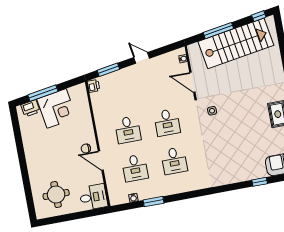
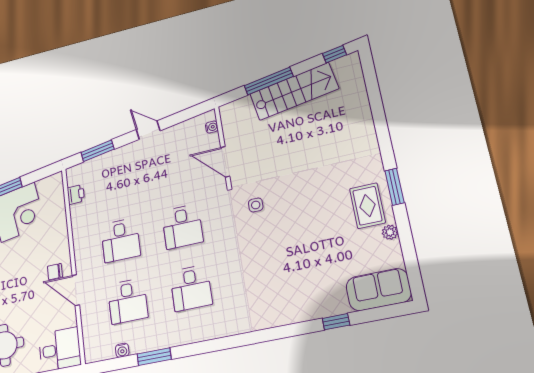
stairs: (236, 43) -> (294, 91), width x0.73, depth x0.66
printer: (93, 86) -> (76, 195), moved

